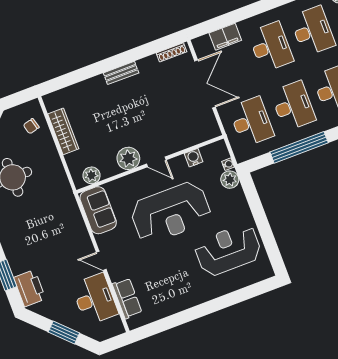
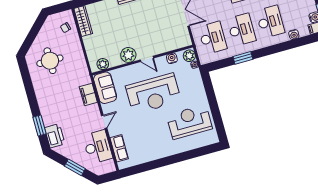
wardrobe: (63, 131) -> (83, 21), moved
window: (299, 147) -> (243, 58), width x0.47
plant: (230, 180) -> (189, 56), moved
filing cabinet: (74, 223) -> (88, 95), added
door: (101, 261) -> (104, 122), swing flipped

